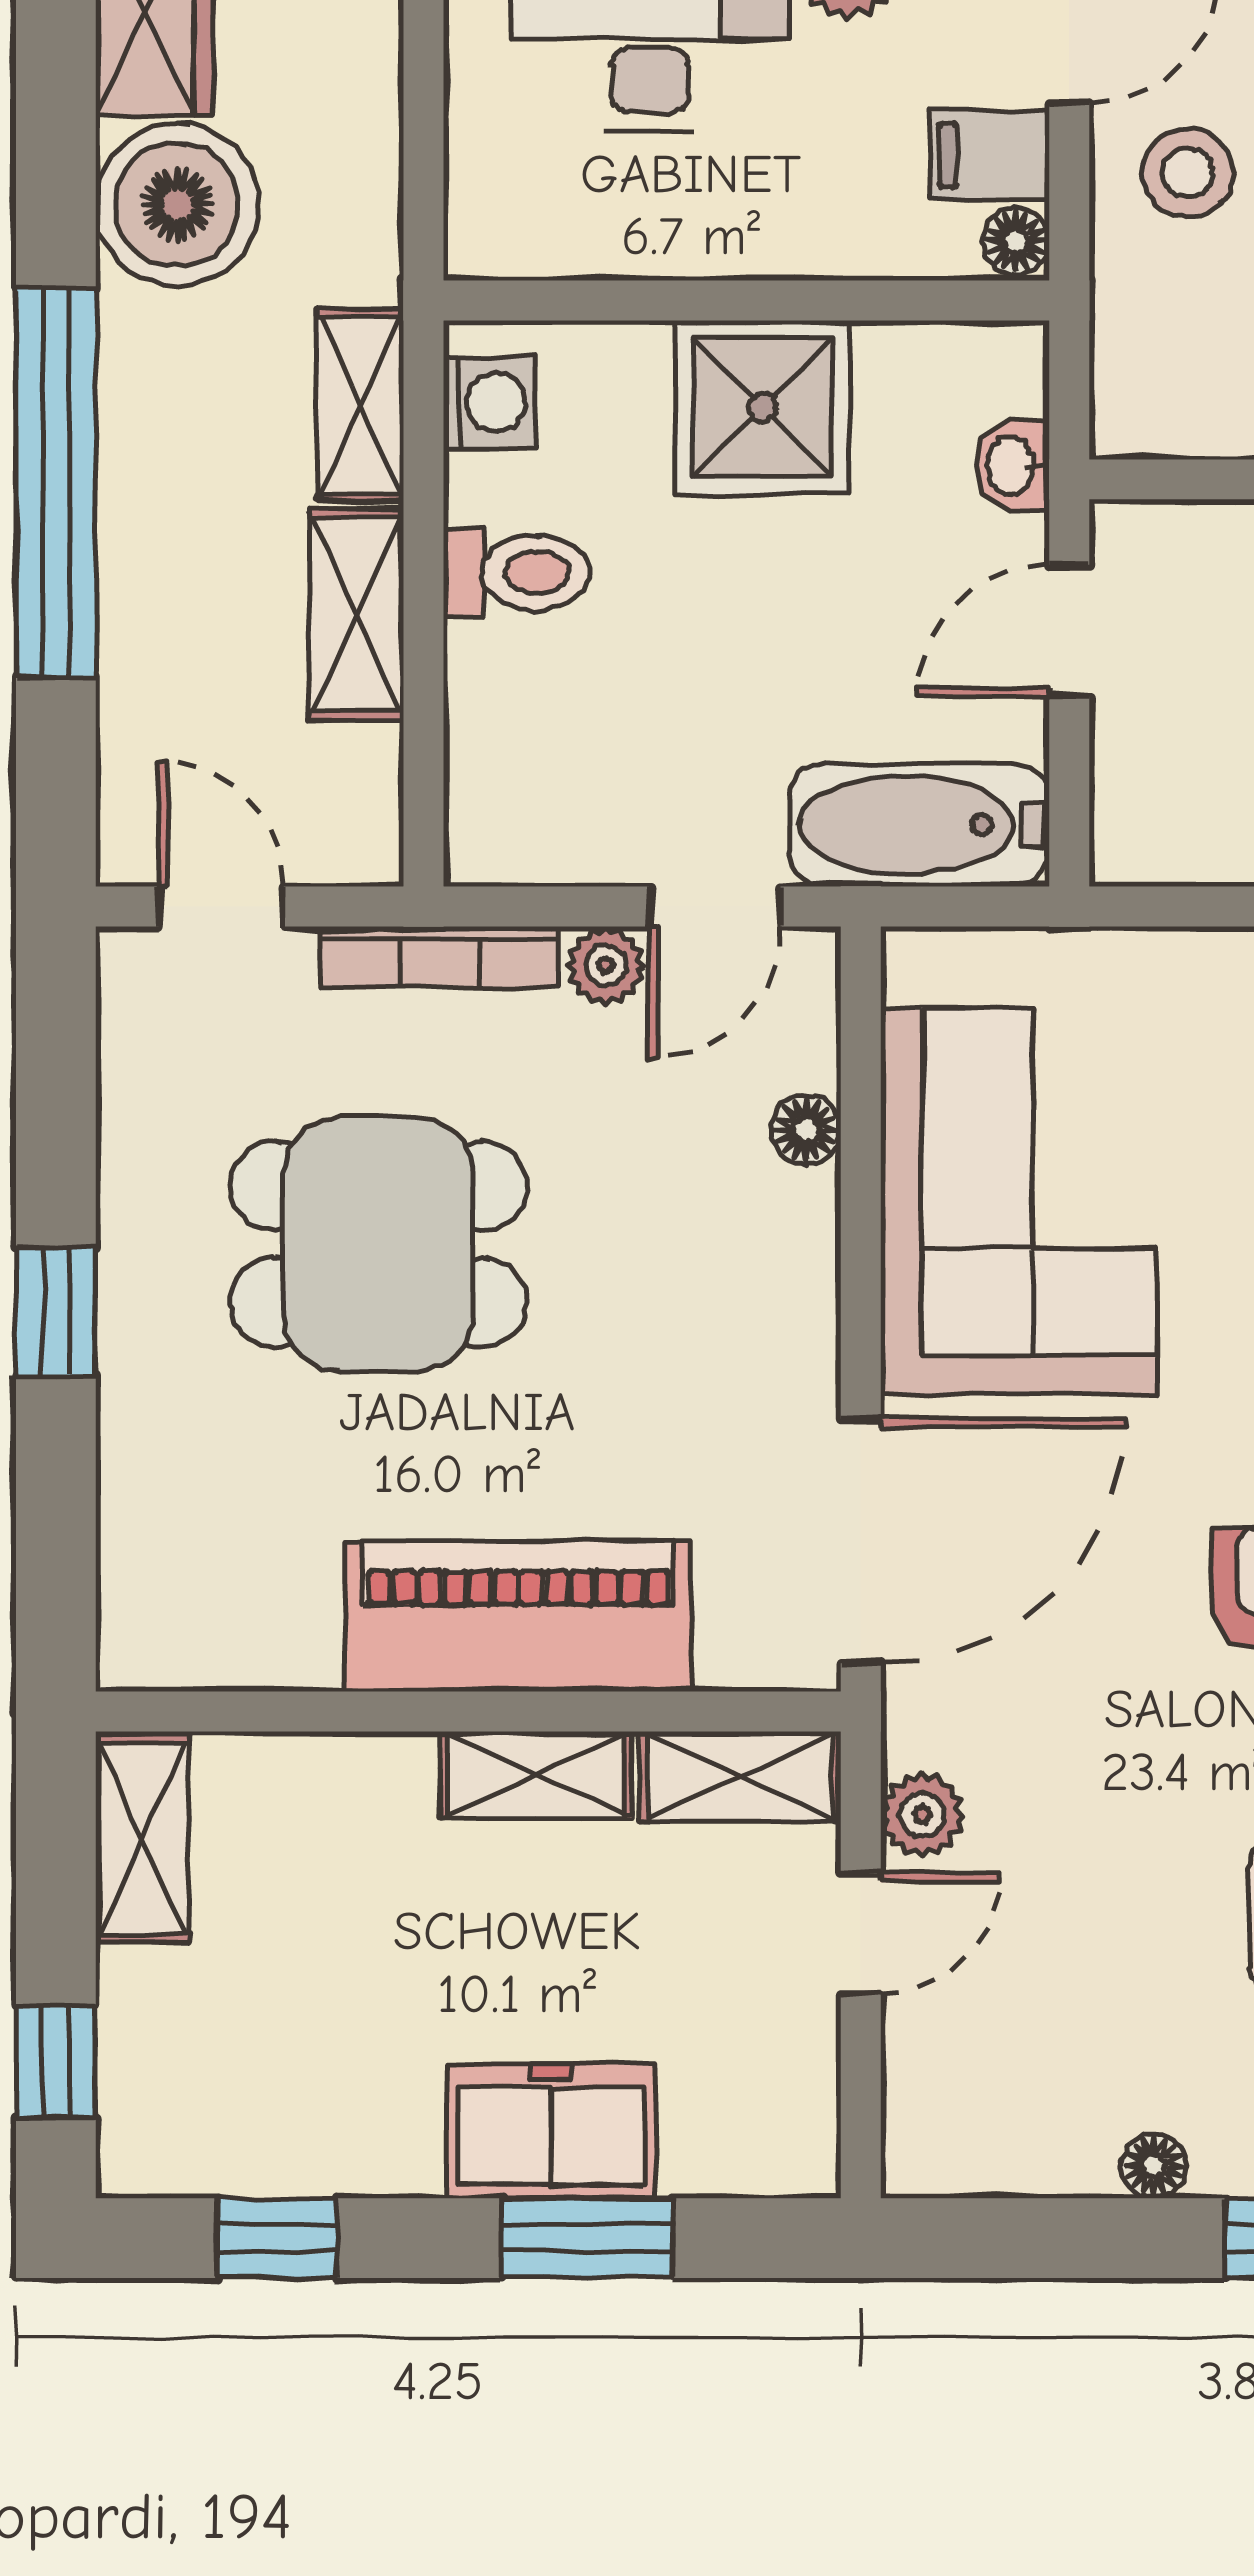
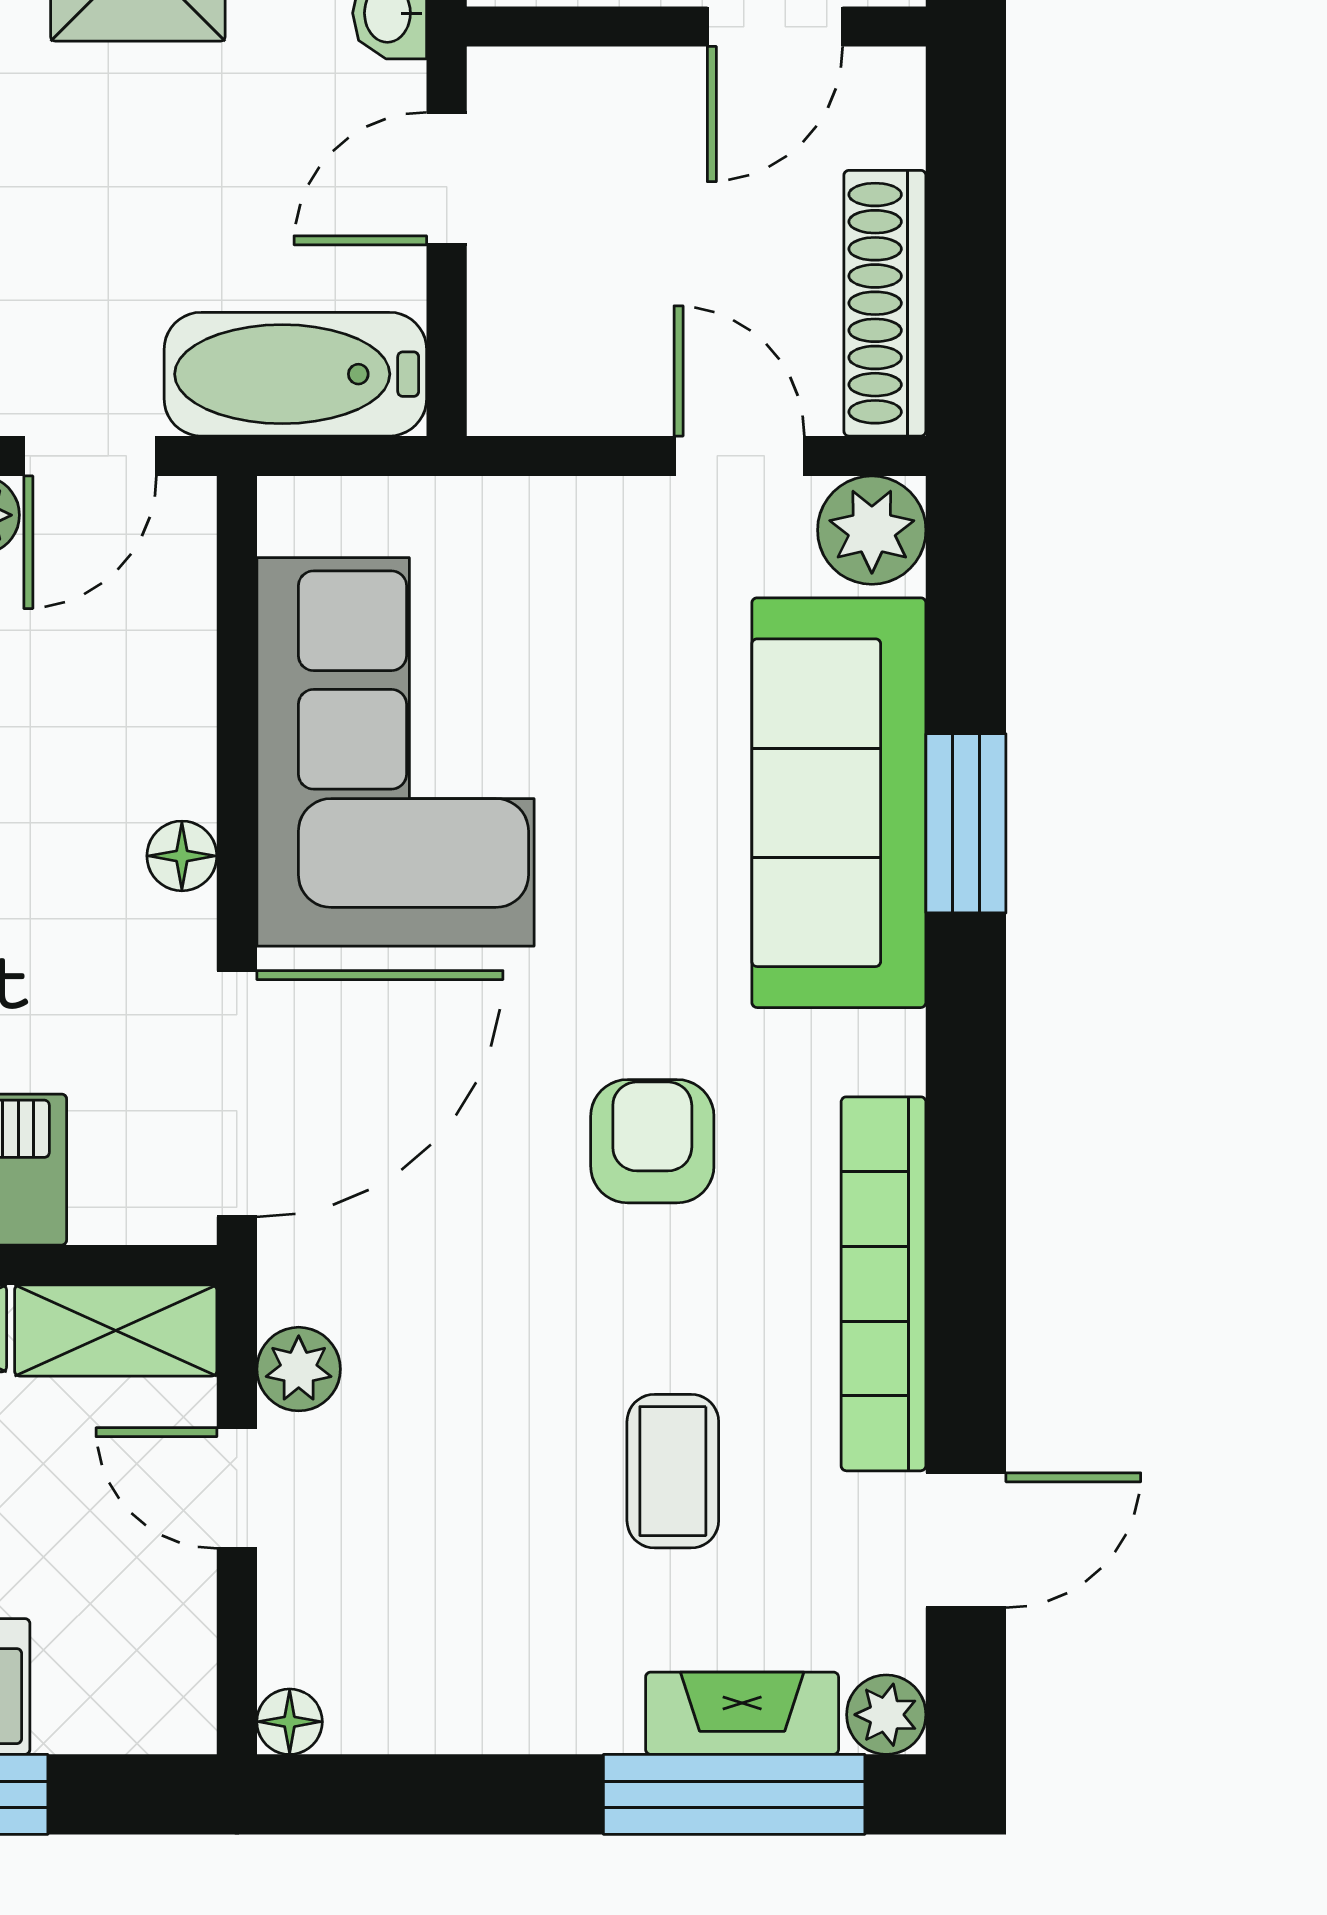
floor lamp: (806, 1130) -> (182, 856), moved
door: (861, 1933) -> (237, 1488), swing flipped
floor lamp: (1154, 2166) -> (290, 1722), moved

